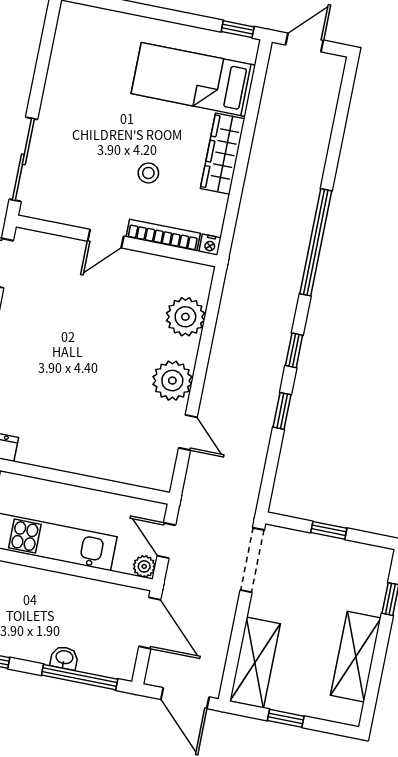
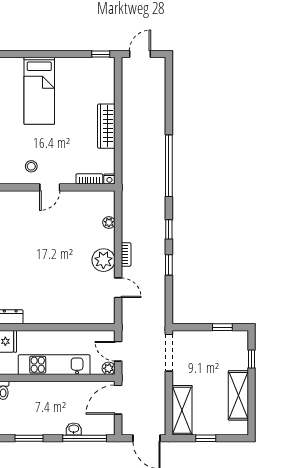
bed: (193, 79) -> (39, 91), moved, turned -90
stool: (148, 173) -> (31, 166), moved
bookcase: (163, 235) -> (89, 179), width x0.64
plant: (185, 317) -> (109, 223), width x0.53, depth x0.53
bookcase: (213, 379) -> (126, 254), added
window: (329, 530) -> (222, 327), moved
door: (150, 623) -> (118, 400), swing flipped

